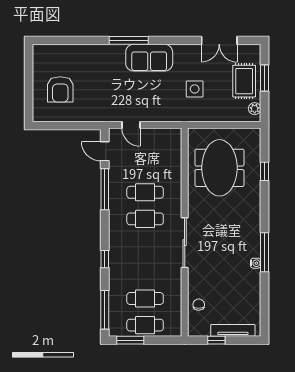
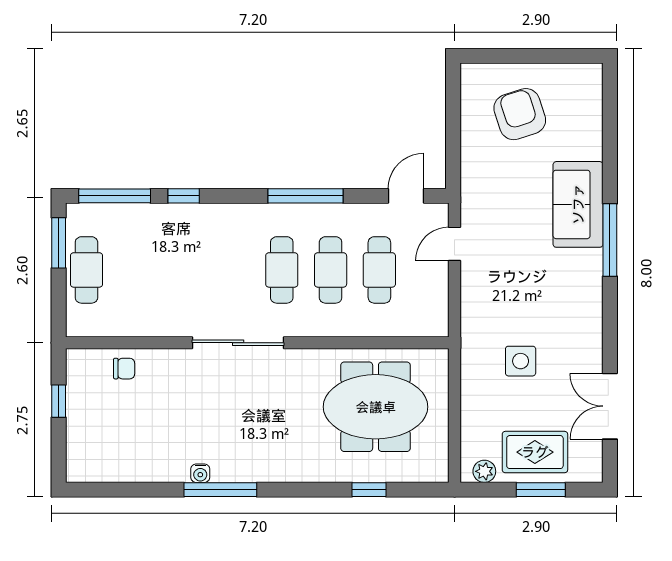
sofa: (149, 58) -> (578, 204), moved
armchair: (60, 89) -> (520, 114), turned 72
window: (105, 189) -> (305, 196), moved
window: (105, 259) -> (184, 196), moved
cafe table: (145, 299) -> (379, 270), moved
tv unit: (233, 330) -> (77, 431), removed

